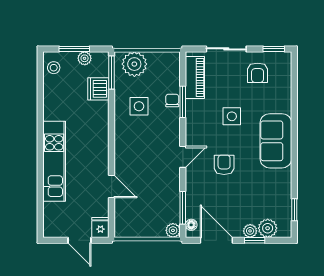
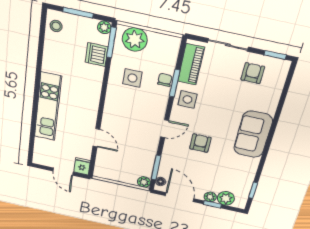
plant: (85, 58) -> (104, 27), moved
armchair: (258, 73) -> (253, 73), turned 180
side table: (232, 116) -> (187, 99), moved

